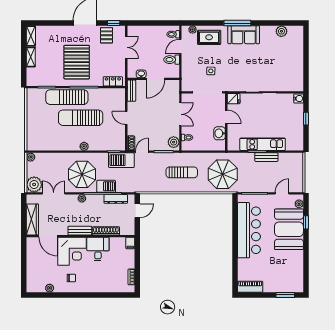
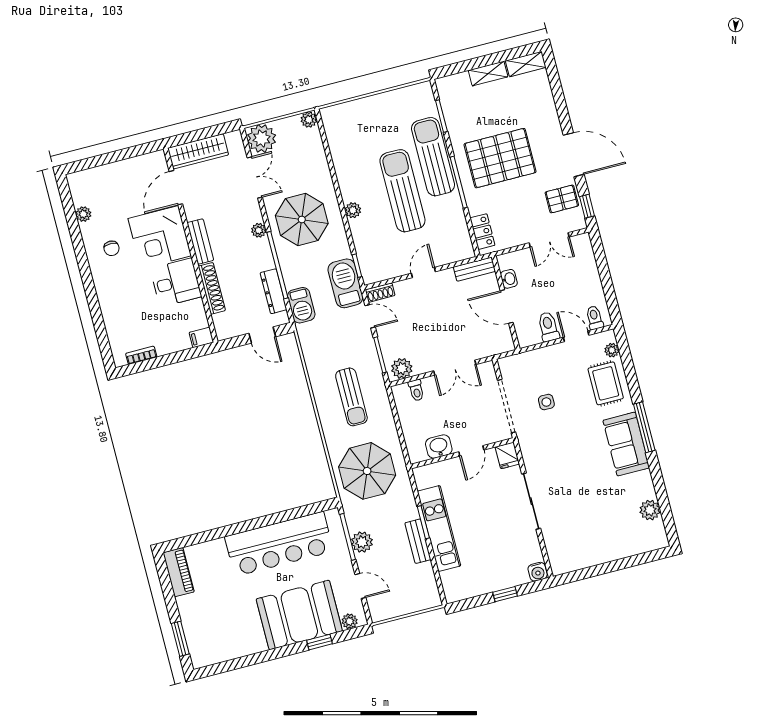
barbecue: (106, 186) -> (301, 305), moved
plant: (259, 187) -> (362, 542), added

